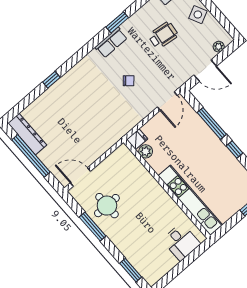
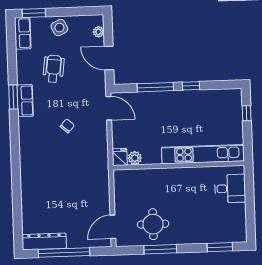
row of seats: (111, 43) -> (25, 101), moved
door: (205, 71) -> (109, 58), swing flipped
window: (51, 80) -> (16, 187), removed

